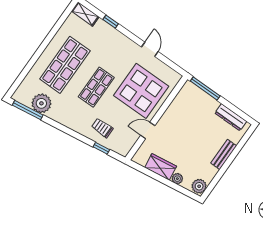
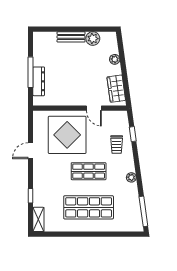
window: (205, 88) -> (31, 72), moved
plant: (41, 103) -> (131, 177), moved, width x0.53, depth x0.53
dresser: (231, 117) -> (39, 81), moved
wardrobe: (161, 167) -> (116, 89), moved
plant: (199, 186) -> (93, 39), moved

